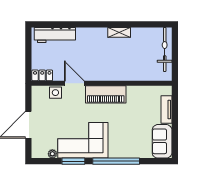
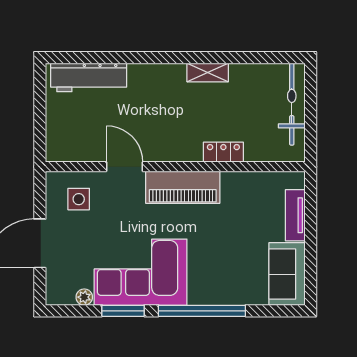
locker: (42, 75) -> (223, 152), moved
side table: (55, 93) -> (79, 199), moved

